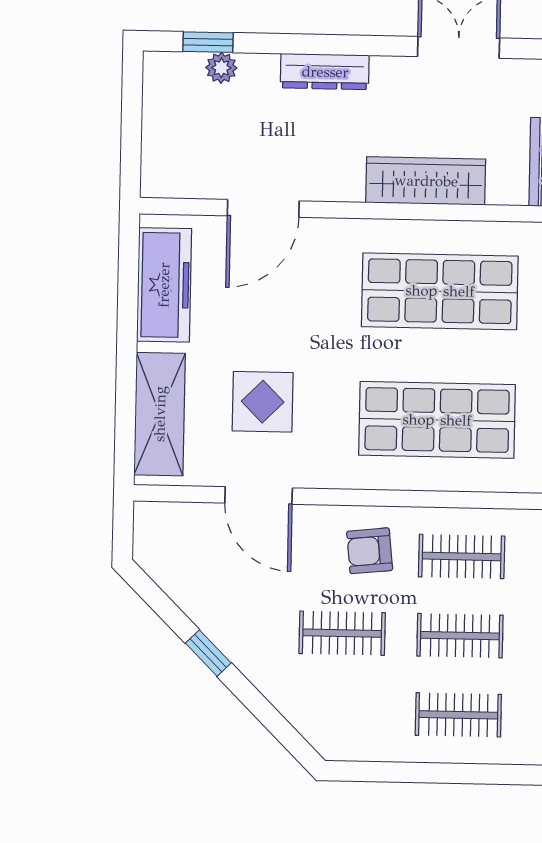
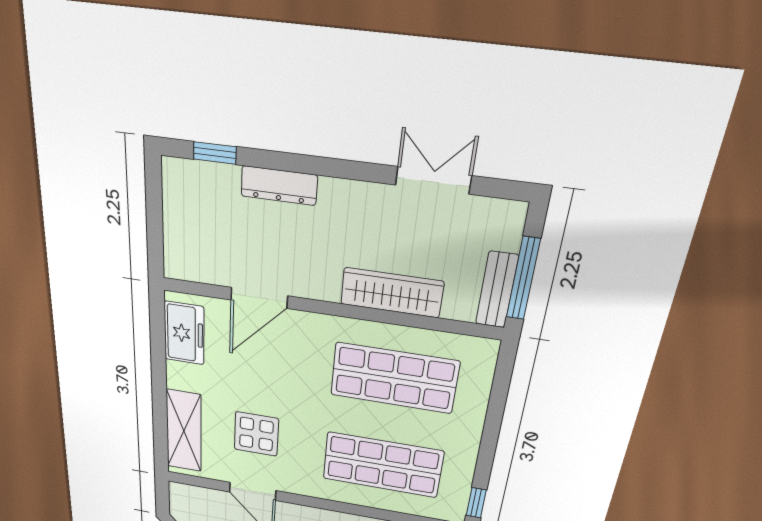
plant: (221, 68) -> (226, 177), removed
dresser: (325, 72) -> (279, 186), moved
freezer: (164, 285) -> (184, 333), width x0.71

